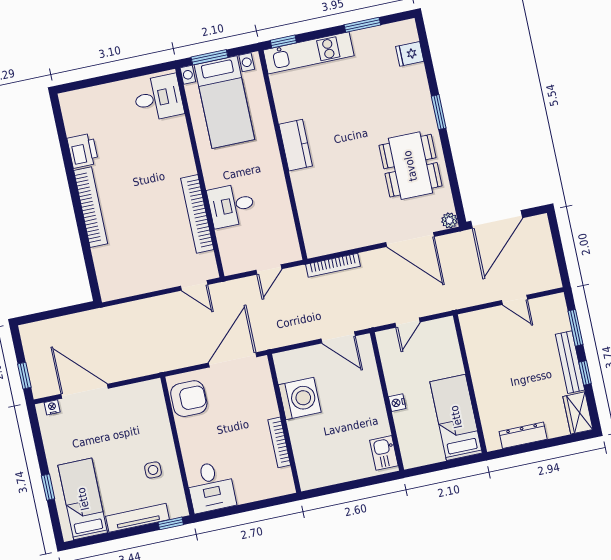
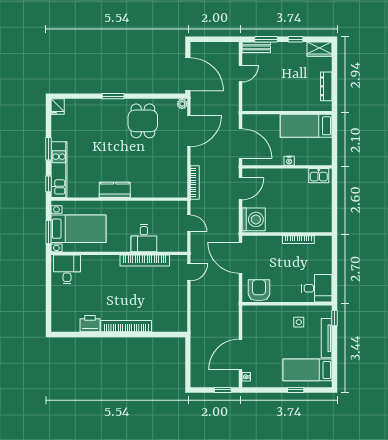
window: (362, 25) -> (48, 149), moved
fridge: (410, 54) -> (58, 107), moved
dining table: (410, 166) -> (143, 121), width x0.73
door: (408, 323) -> (241, 144), width x1.87
bench: (570, 362) -> (256, 47), moved, width x0.73
washing machine: (300, 398) -> (254, 219), moved, turned 90

